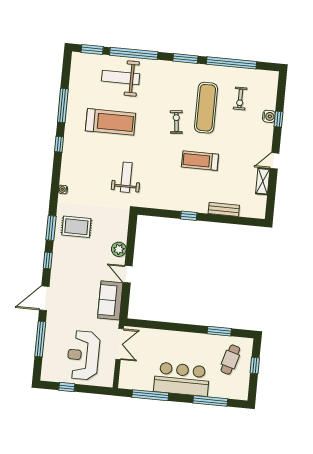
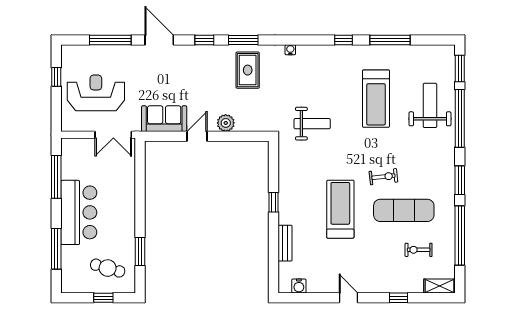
water cooler: (269, 116) -> (299, 286), moved
treadmill: (200, 161) -> (340, 209), width x1.37, depth x1.38
shelving: (263, 181) -> (439, 286), moved

